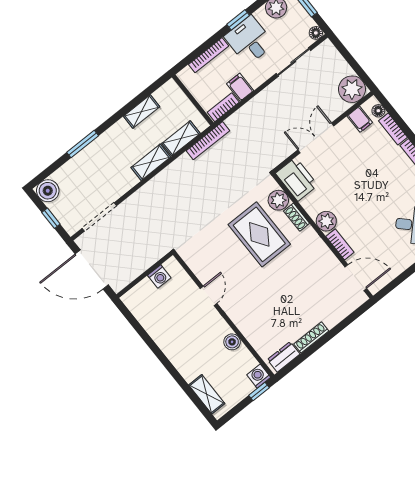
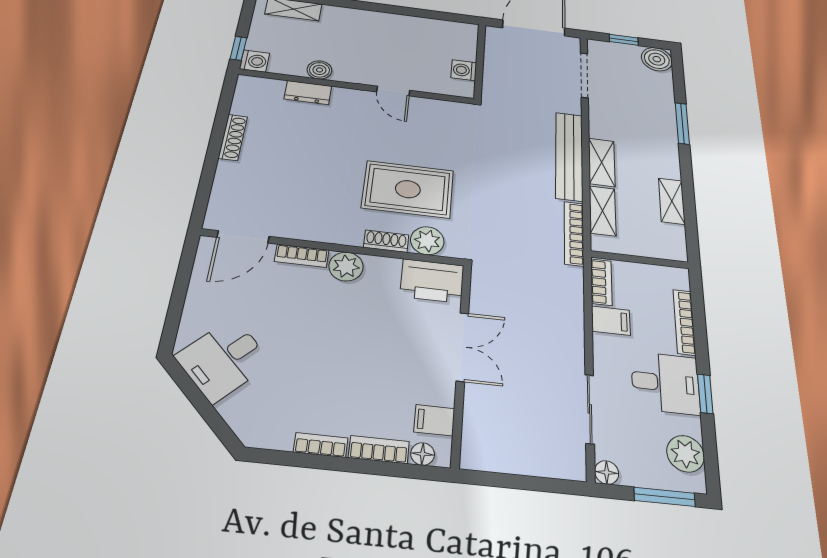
plant: (352, 89) -> (485, 448), removed
bench: (163, 180) -> (569, 156), added
dresser: (284, 357) -> (308, 92), moved, turned 90

